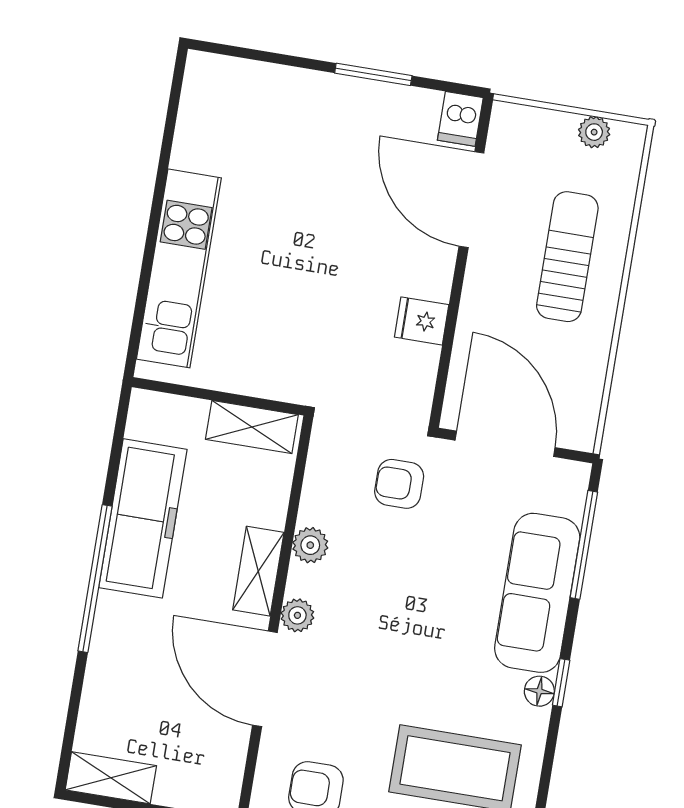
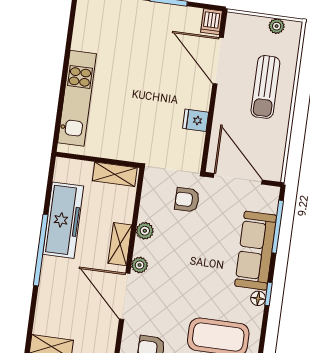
sun lounger: (567, 257) -> (265, 87), turned 180

